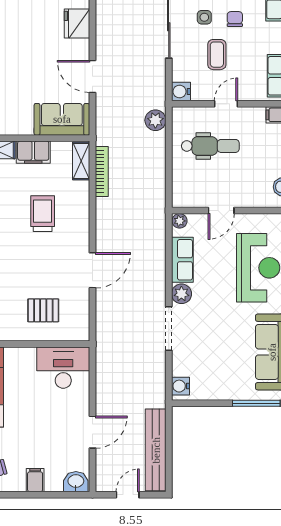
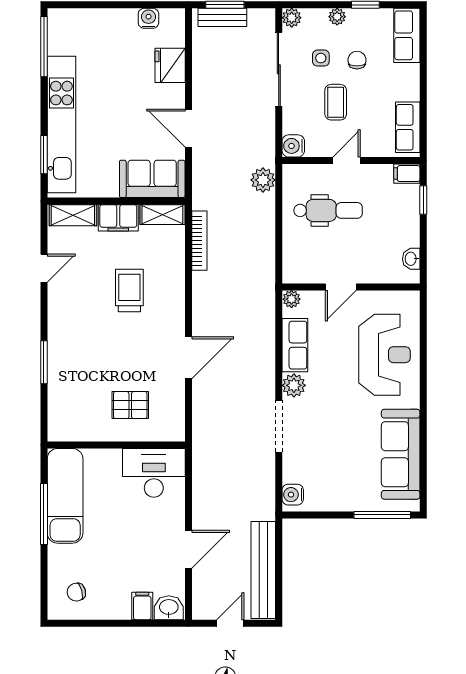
shelving: (81, 161) -> (162, 215), moved, turned 90
filing cabinet: (35, 480) -> (142, 606), moved

